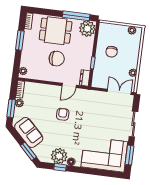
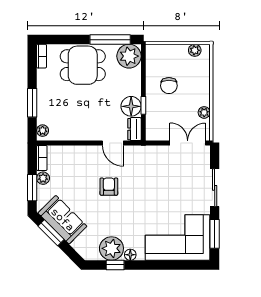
window: (20, 40) -> (32, 103), moved
chair: (57, 59) -> (90, 106), removed
floor lamp: (84, 62) -> (131, 106), added
door: (69, 85) -> (113, 143), hinge flipped
window: (28, 151) -> (51, 233), moved

